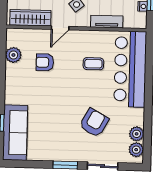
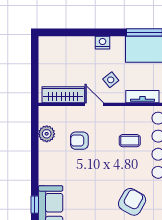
door: (60, 28) -> (94, 104), swing flipped

